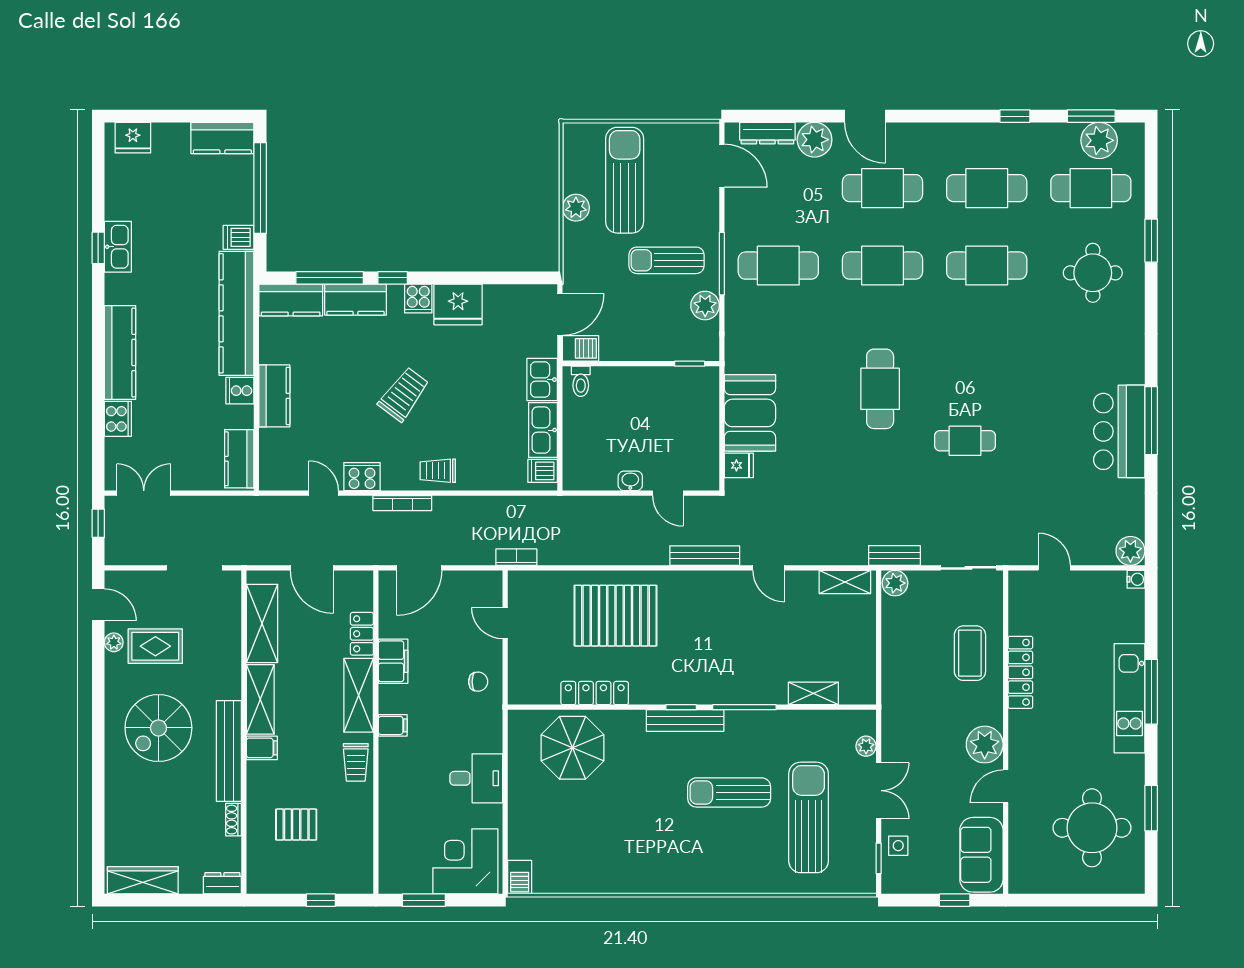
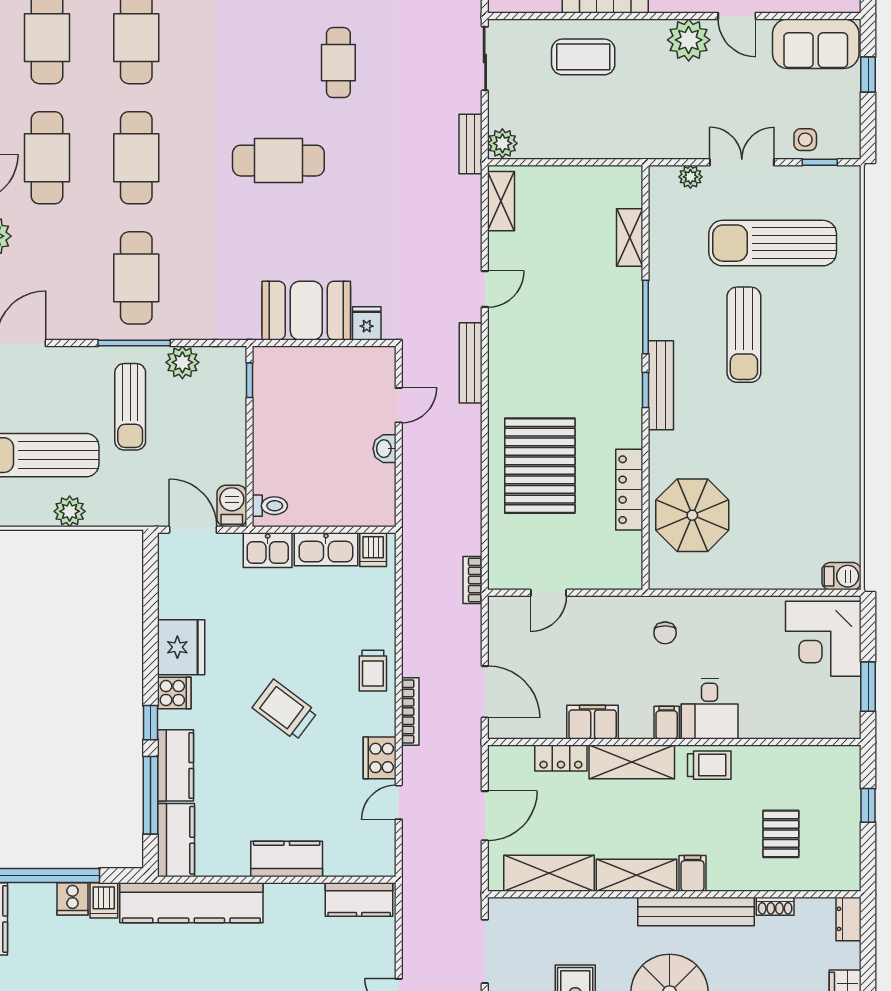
cooker: (240, 391) -> (72, 899), moved
chair: (478, 682) -> (665, 633), moved, turned 180
desk: (476, 778) -> (710, 709), moved, turned 180

